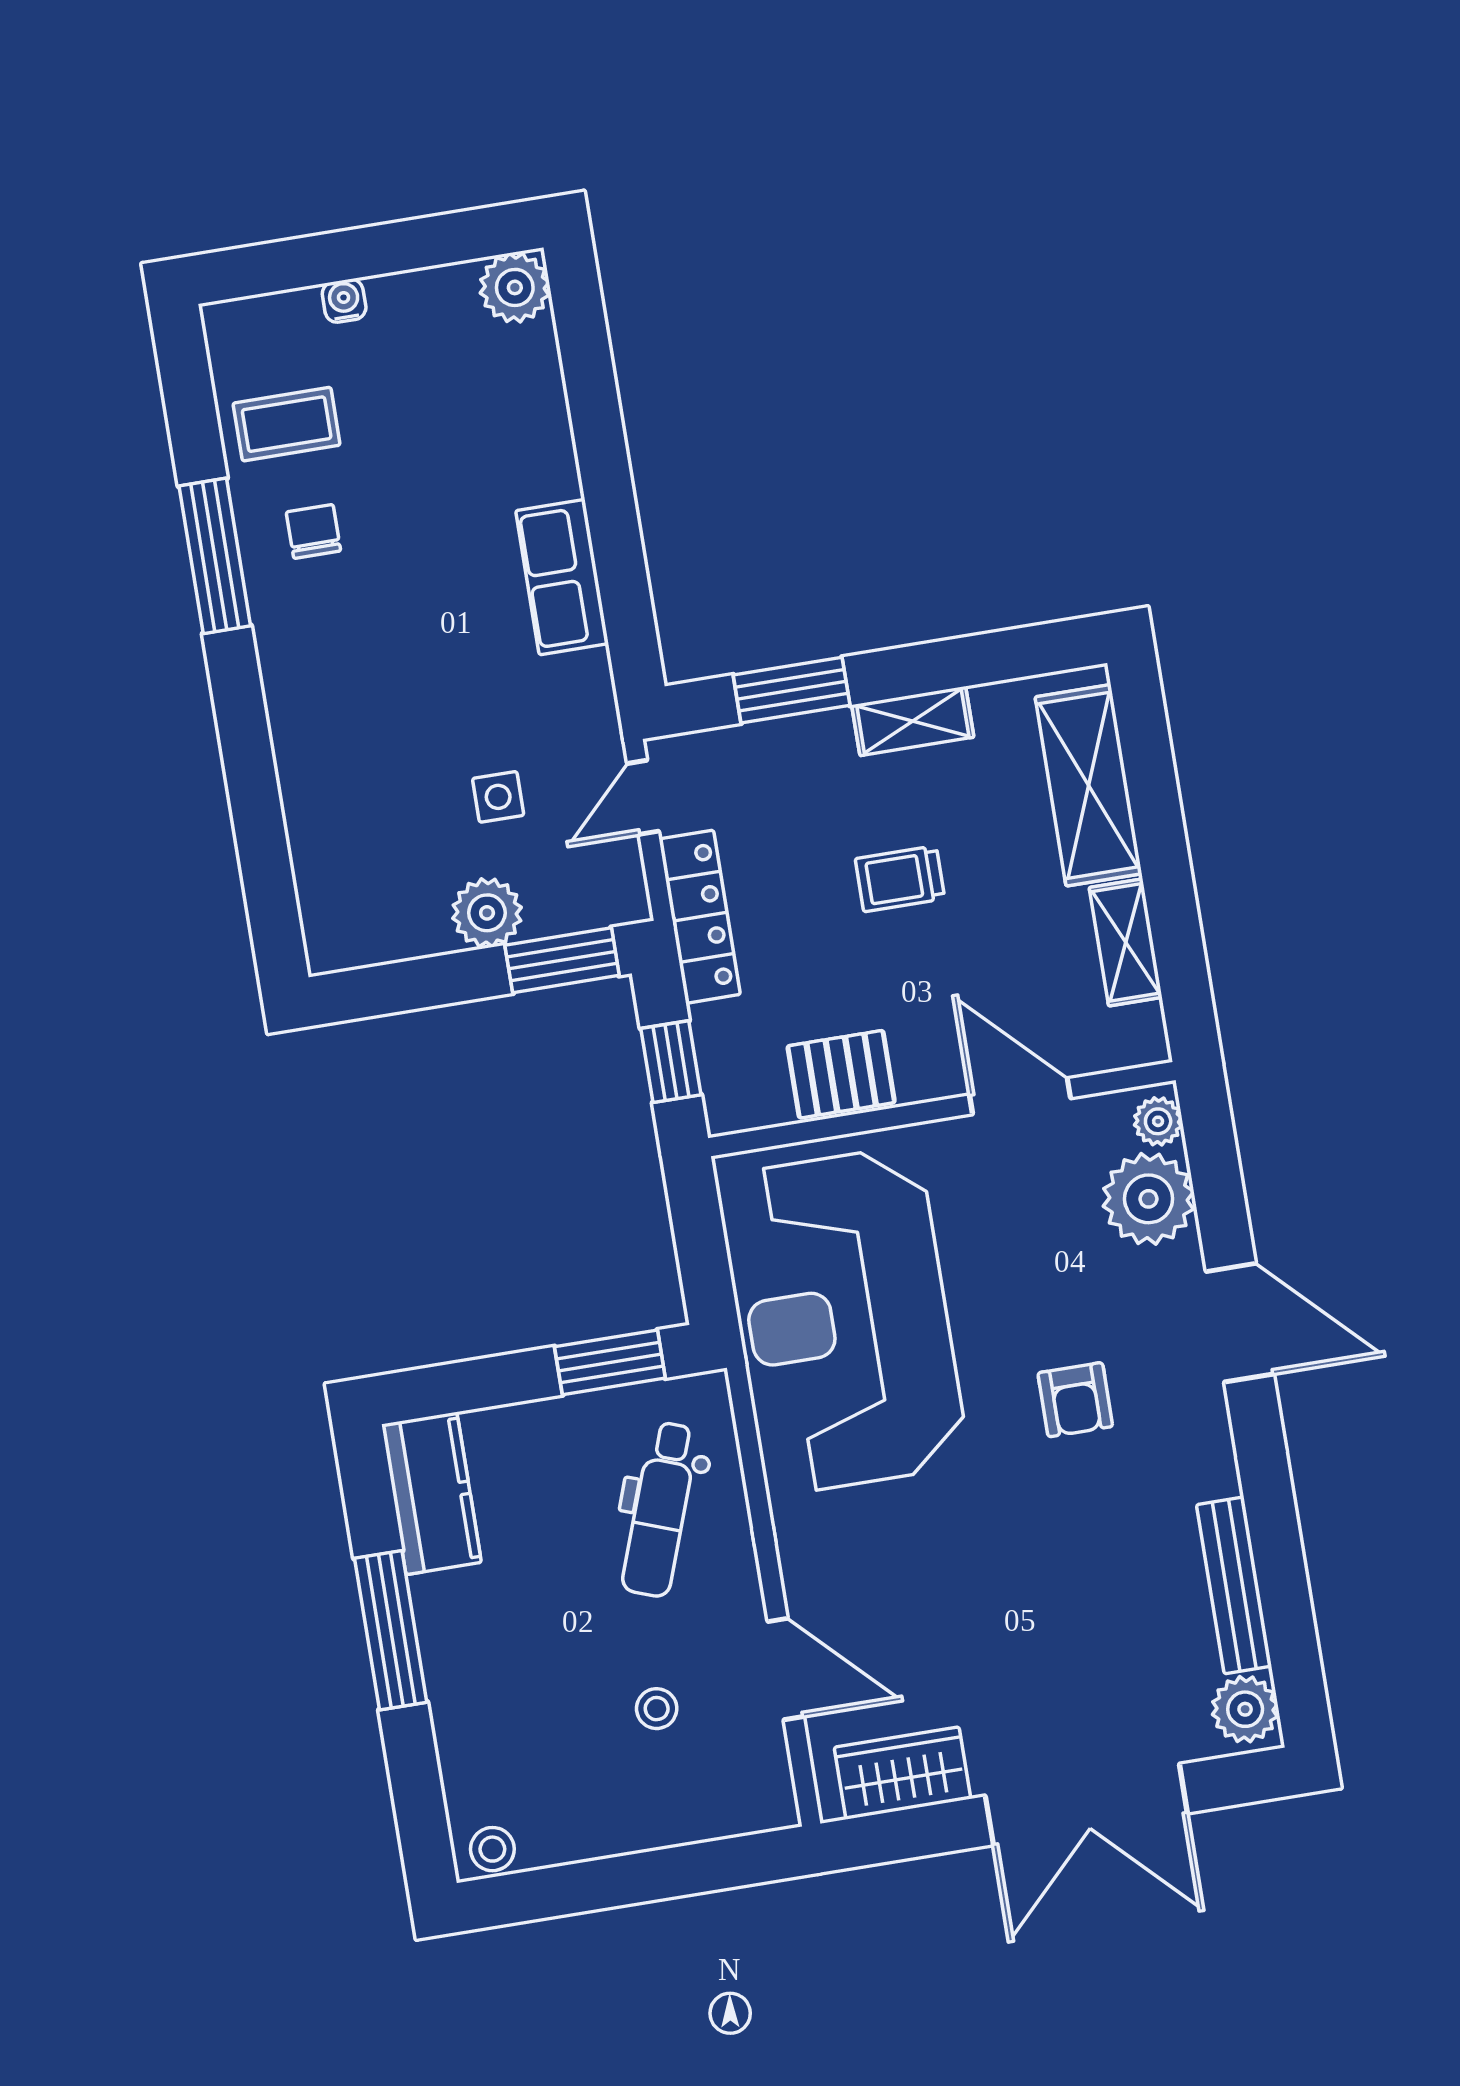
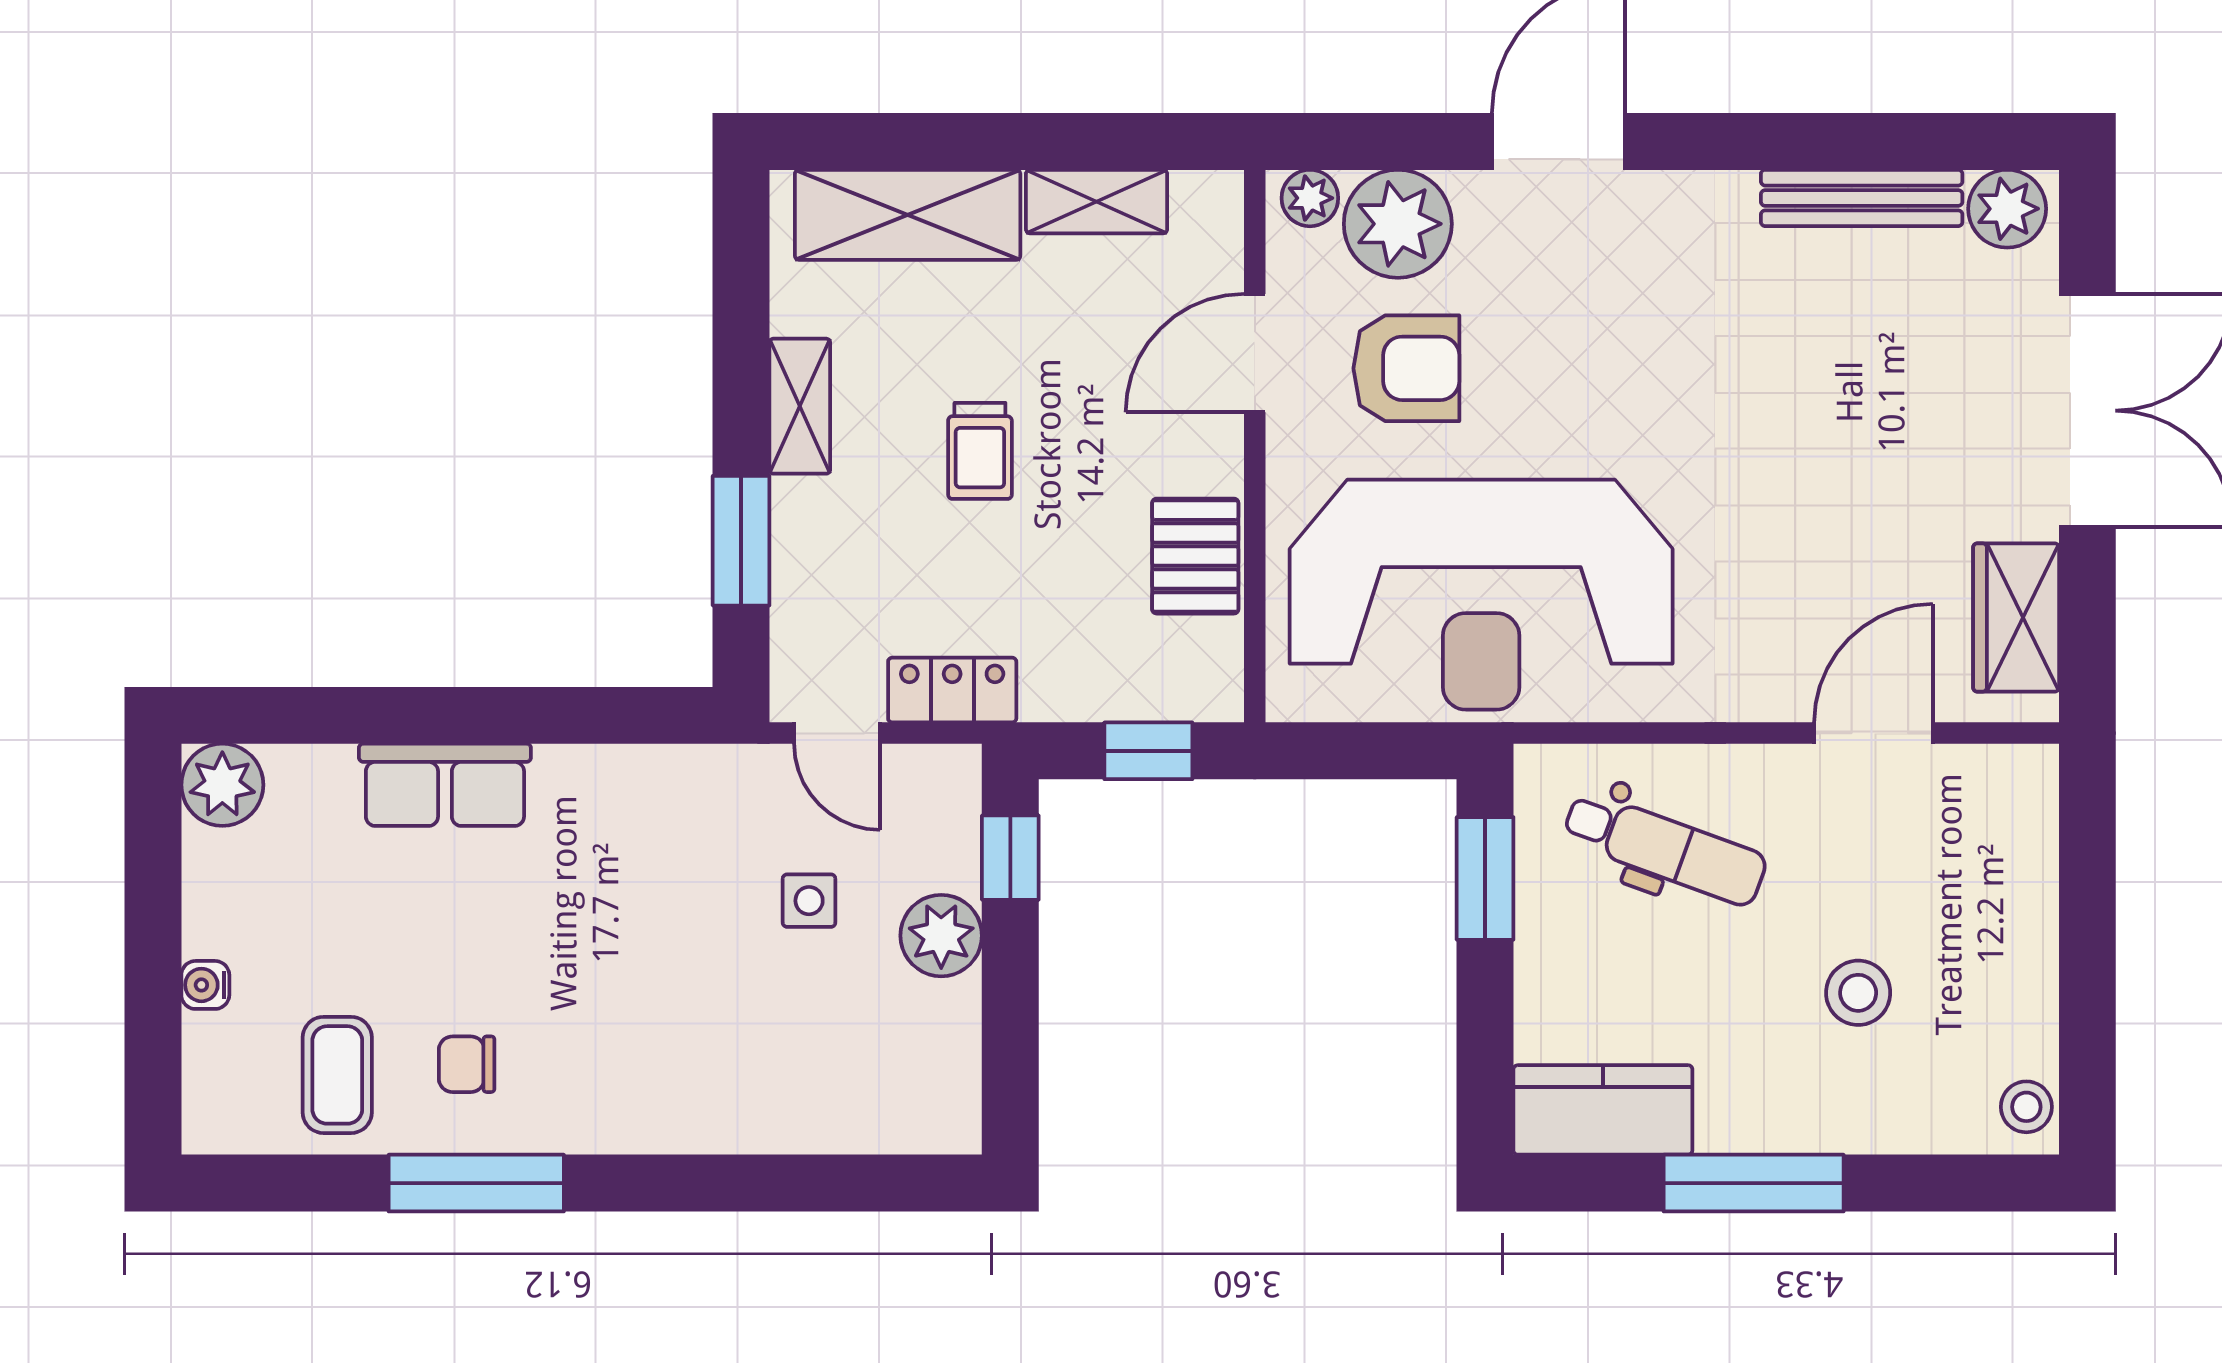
row of seats: (562, 577) -> (445, 785), moved
locker: (700, 917) -> (952, 690), width x0.66
window: (562, 960) -> (1010, 858), width x0.67
armchair: (1075, 1400) -> (1406, 368), moved, width x1.38, depth x1.38
stool: (657, 1709) -> (1858, 993), moved, width x1.37, depth x1.37

